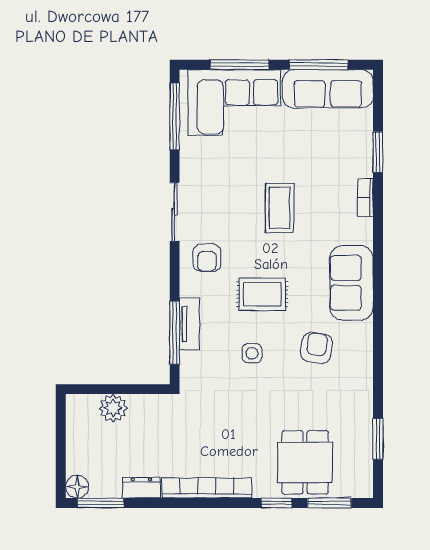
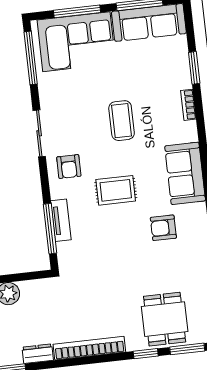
armchair: (317, 348) -> (163, 228), turned -98
side table: (252, 353) -> (113, 238), removed

